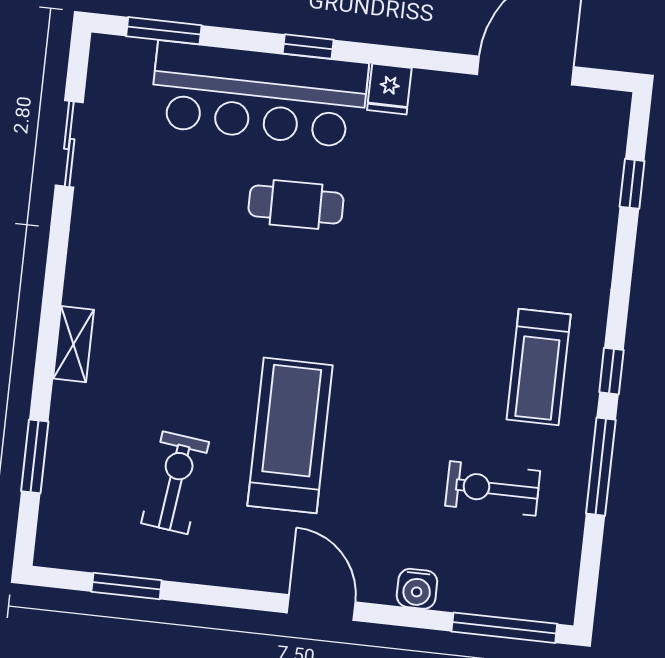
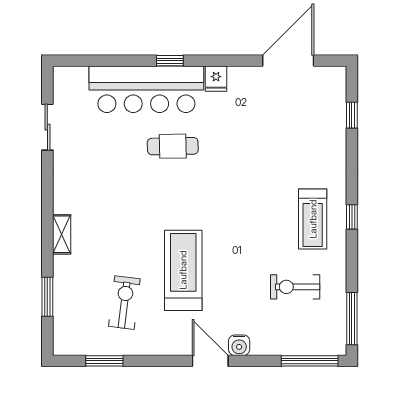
window: (164, 31) -> (92, 61), removed
window: (601, 467) -> (352, 319), moved
water cooler: (417, 589) -> (239, 345), moved

